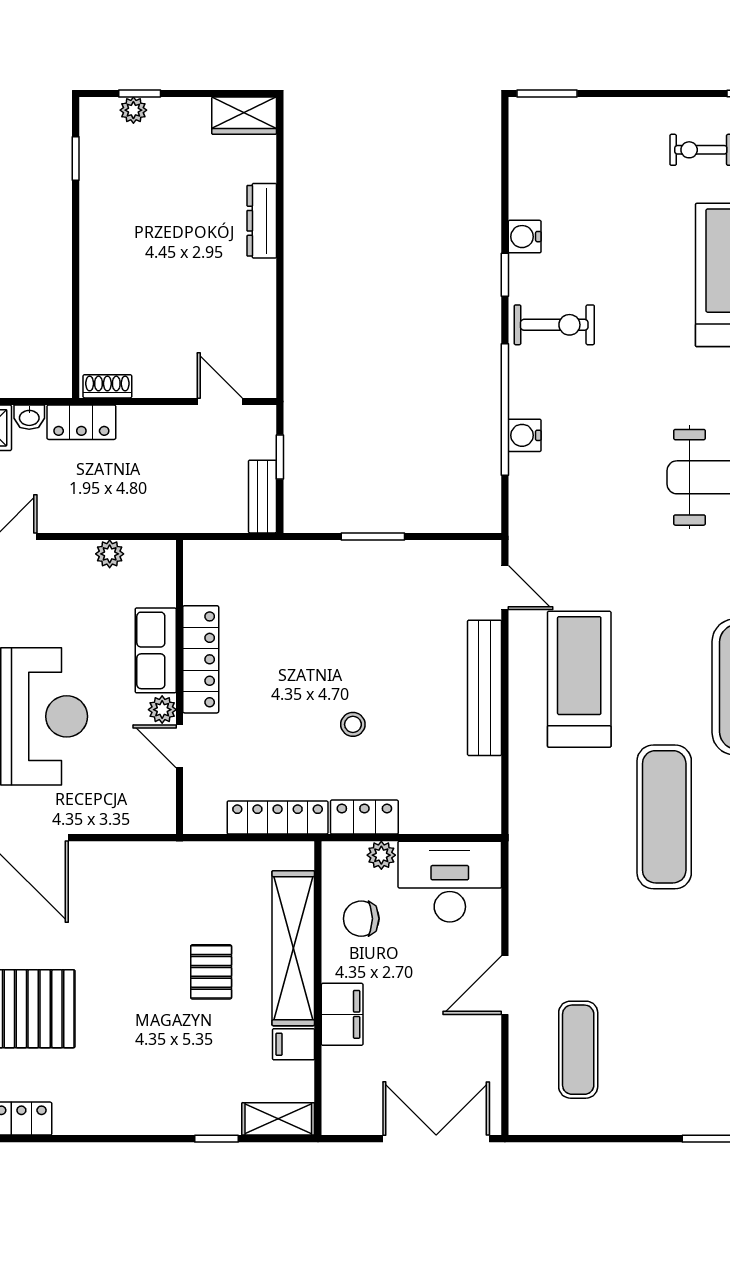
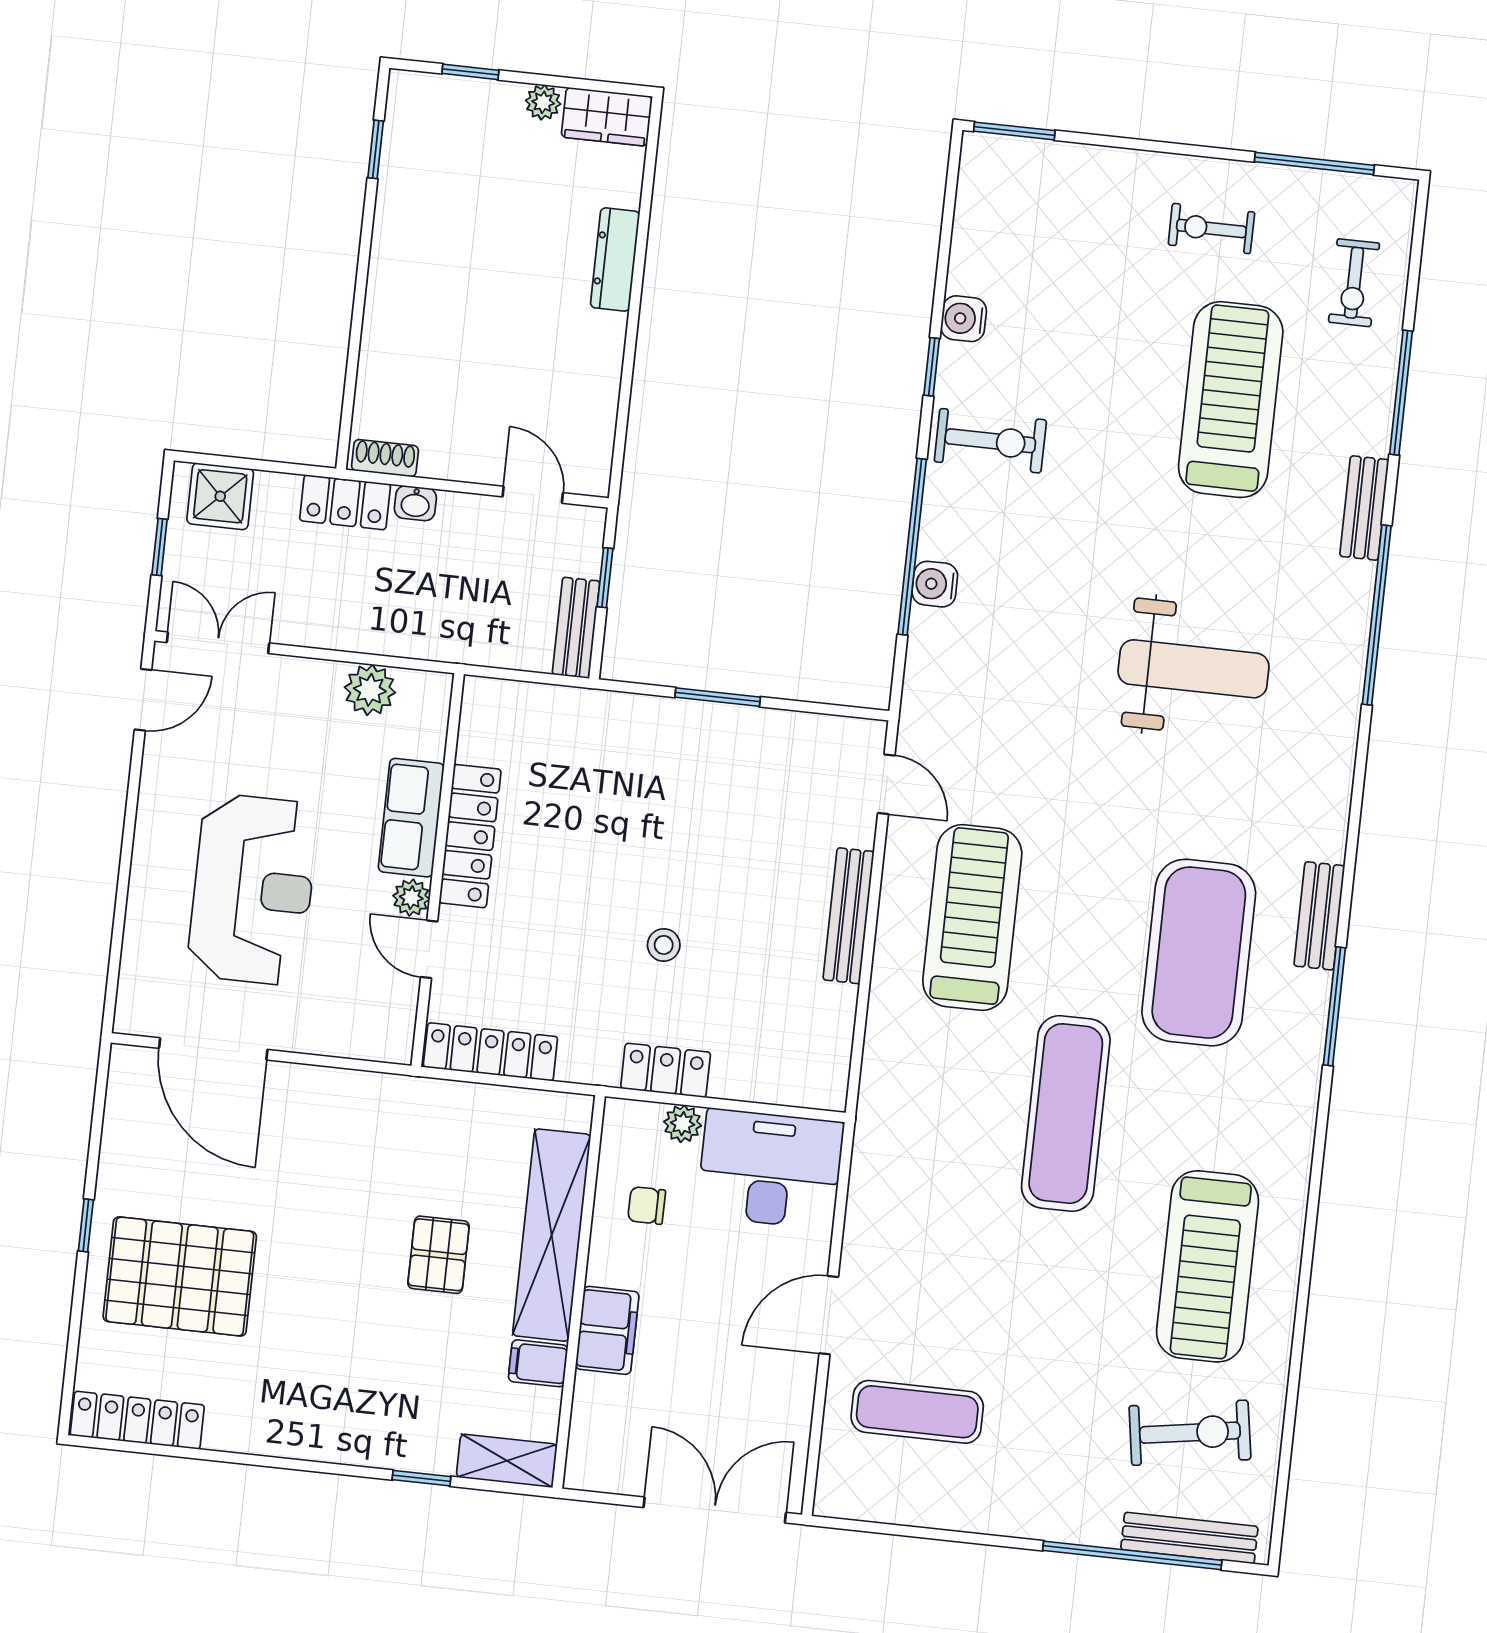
plant: (133, 110) -> (543, 102), moved
washbasin: (29, 417) -> (415, 503), moved
plant: (110, 554) -> (370, 690), width x1.38, depth x1.38
bench: (485, 688) -> (849, 916), width x0.73, depth x0.82
locker: (278, 817) -> (490, 1052), moved
chair: (361, 919) -> (647, 1205), width x0.73, depth x0.73
exercise mat: (578, 1050) -> (917, 1412), turned 90

